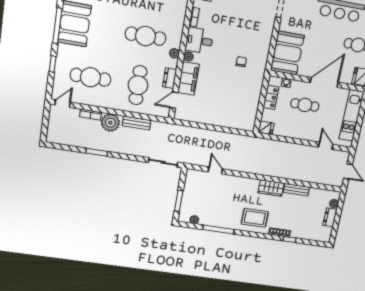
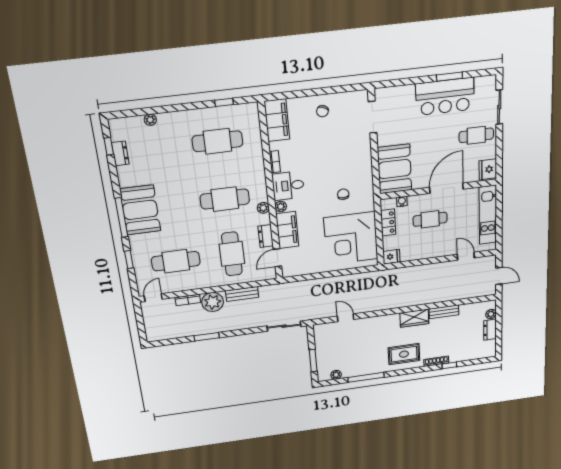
corner desk: (238, 102) -> (351, 238), added

